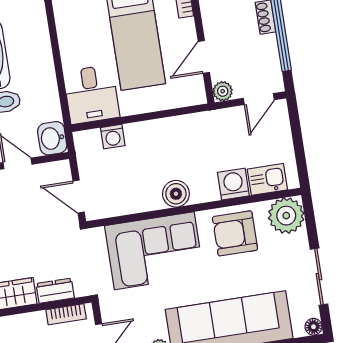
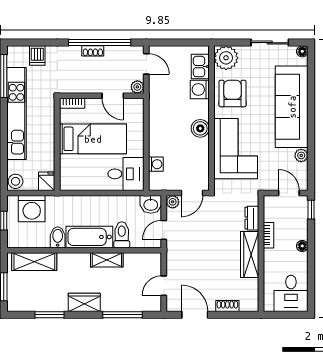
plant: (61, 170) -> (173, 202), added
armchair: (235, 233) -> (233, 93), turned 180
bookcase: (66, 314) -> (268, 235), moved

